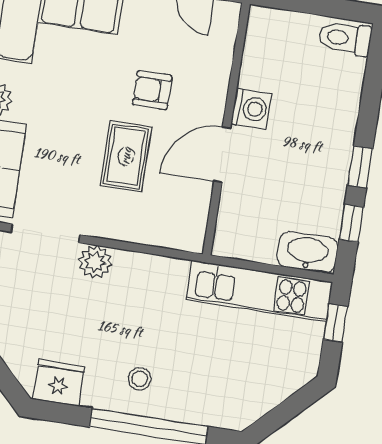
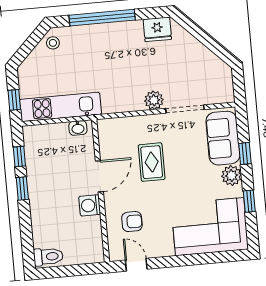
armchair: (152, 90) -> (132, 222), moved
washbasin: (307, 252) -> (78, 128), moved, width x0.52, depth x0.69
stool: (140, 379) -> (53, 43), moved

